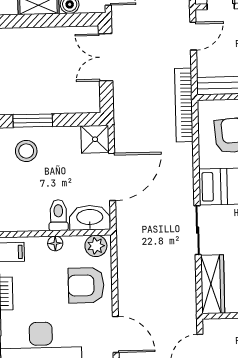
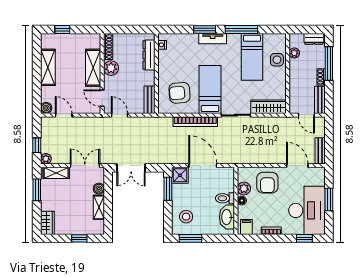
bookcase: (184, 105) -> (195, 122), moved
window: (33, 121) -> (168, 189), moved
washbasin: (90, 218) -> (227, 217), moved
plant: (96, 246) -> (244, 188), moved
door: (116, 334) -> (297, 166), hinge flipped

